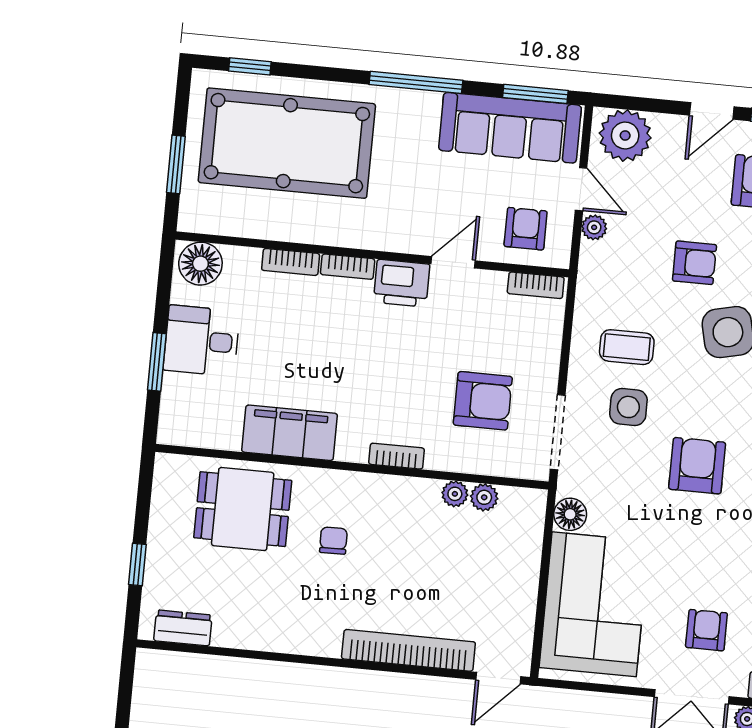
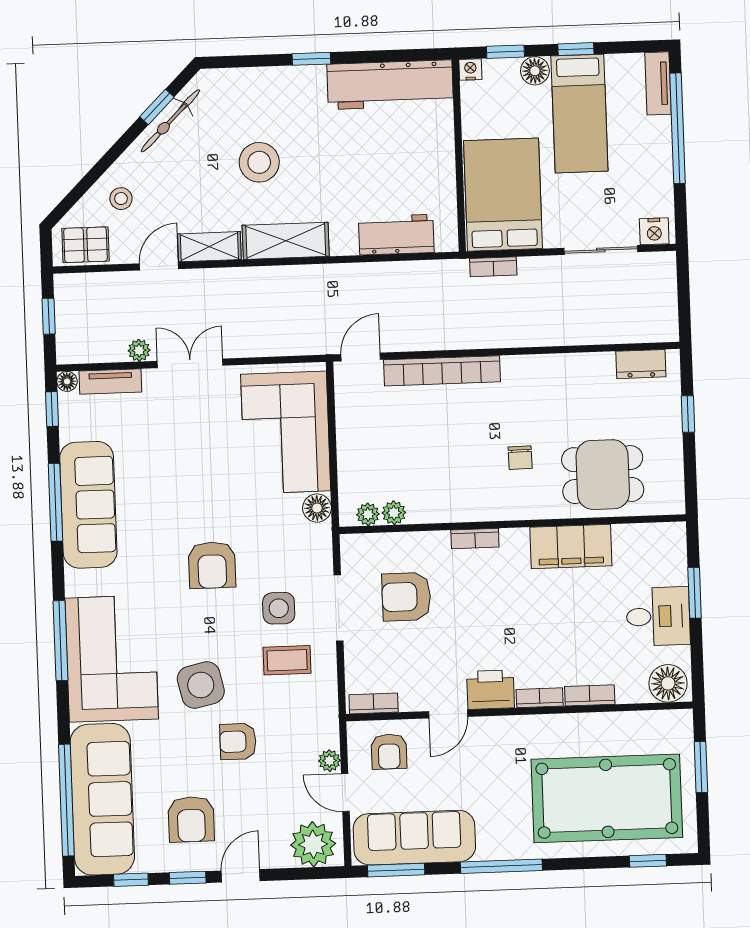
doorway: (558, 432) -> (339, 608), moved
plant: (455, 494) -> (368, 514), moved
armchair: (706, 630) -> (185, 423), removed

